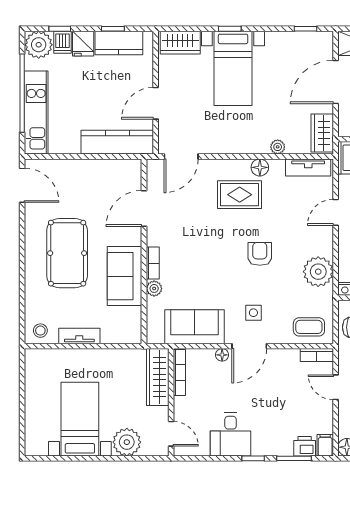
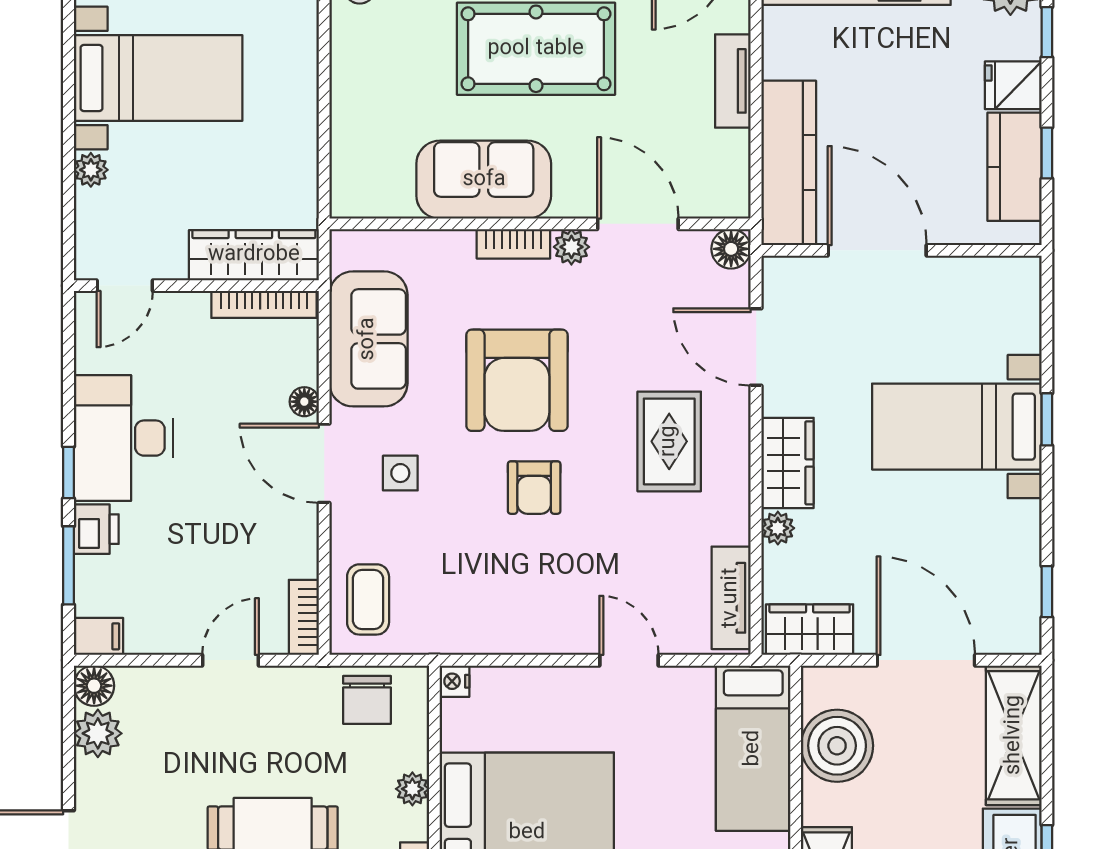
dishwasher: (62, 42) -> (1016, 38), removed
wardrobe: (180, 43) -> (787, 463), moved, turned 180
door: (156, 103) -> (877, 250), width x1.36
door: (181, 157) -> (756, 347), moved
floor lamp: (260, 167) -> (731, 249), moved
armchair: (260, 254) -> (534, 488), turned 90
armchair: (213, 261) -> (517, 380), added
plant: (318, 272) -> (494, 621), removed
plant: (154, 288) -> (571, 247), moved
tv unit: (79, 336) -> (733, 81), moved, turned 180
desk: (231, 434) -> (123, 438), width x1.37
plant: (127, 442) -> (91, 170), width x0.53, depth x0.53
printer: (305, 446) -> (96, 529), moved

